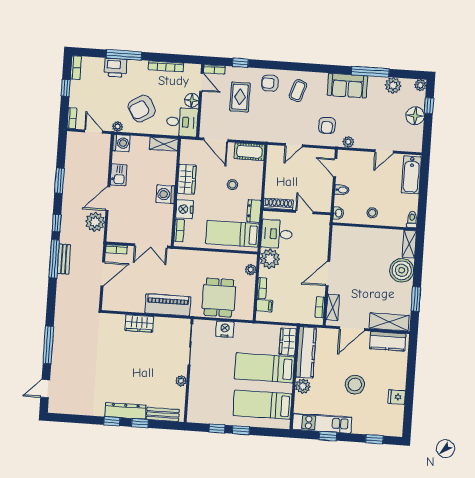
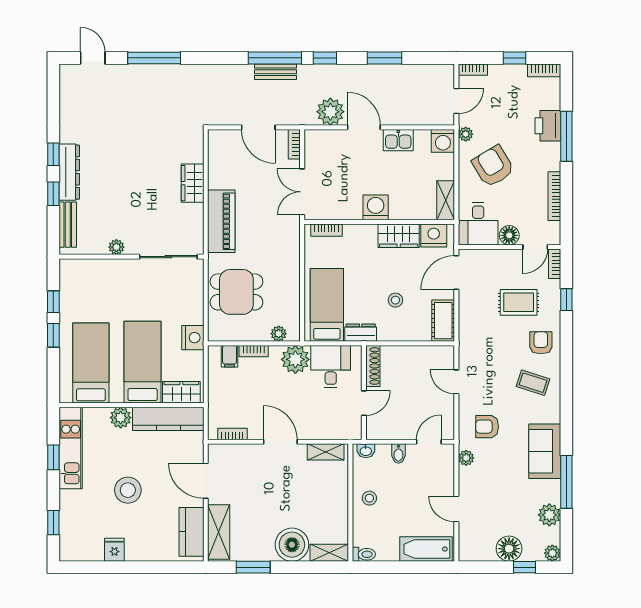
nightstand: (185, 209) -> (434, 235), moved
shelving: (333, 307) -> (326, 452), moved
nightstand: (225, 329) -> (193, 338), moved

